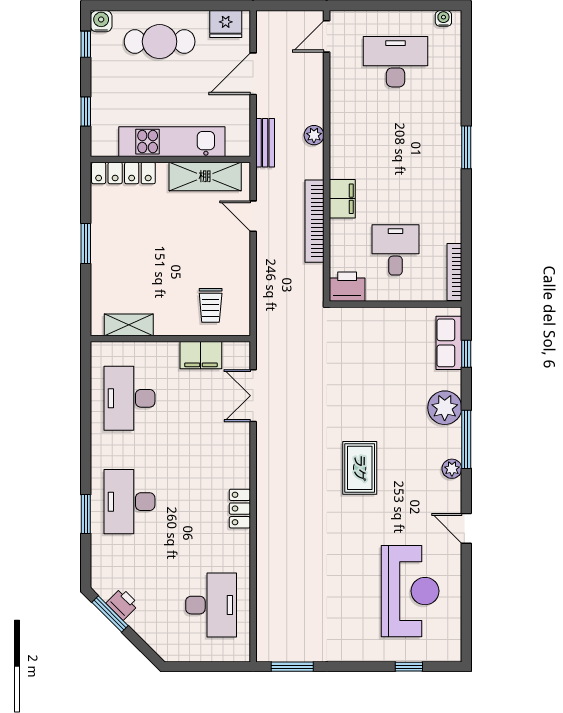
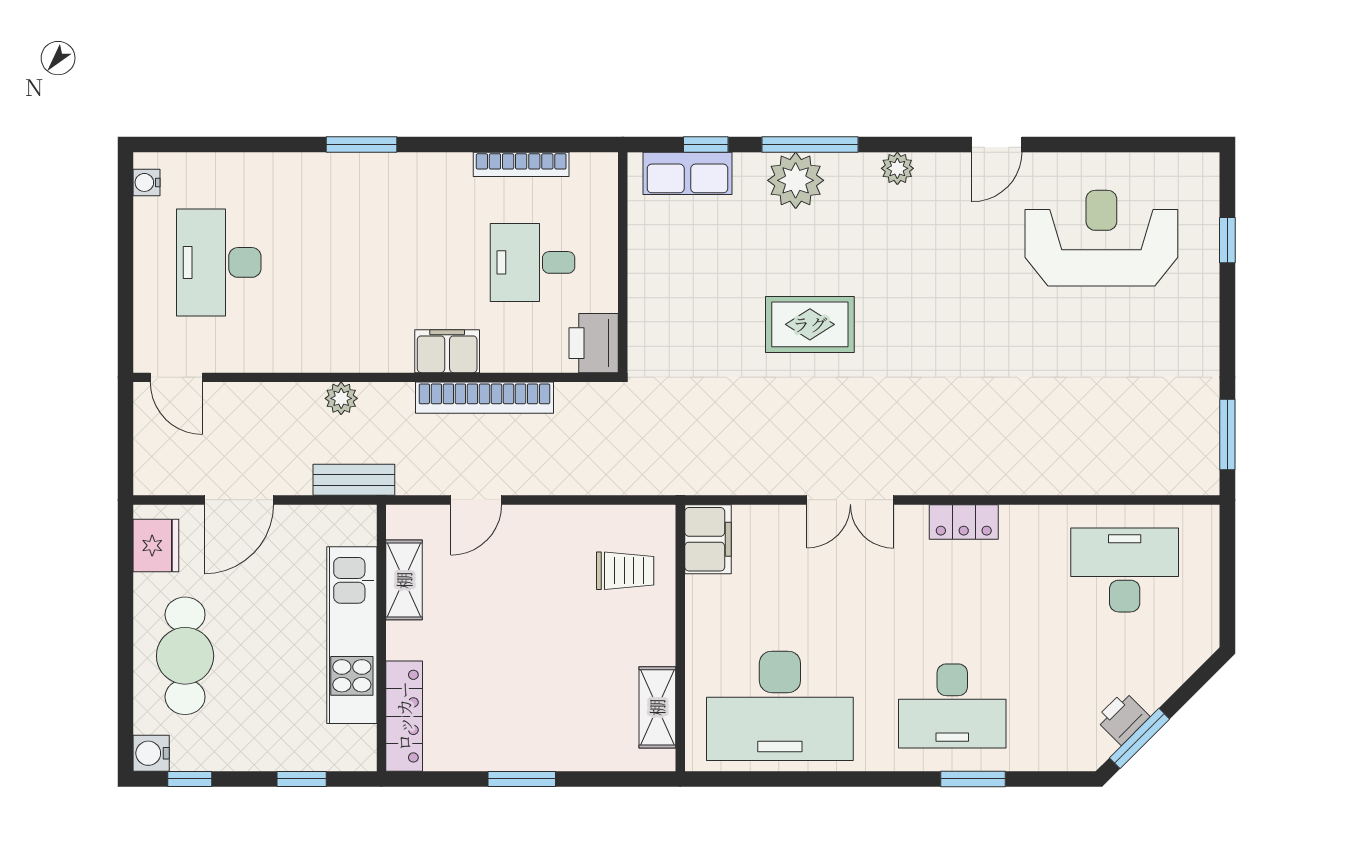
door: (253, 74) -> (239, 500), hinge flipped
shelving: (205, 176) -> (404, 580), width x0.67, depth x0.75
bookcase: (454, 272) -> (521, 164), moved
filing cabinet: (201, 355) -> (708, 539), moved
double door: (253, 396) -> (850, 500), moved
desk: (130, 398) -> (780, 706), width x1.36, depth x1.30
window: (466, 439) -> (810, 144), moved
rug: (360, 468) -> (810, 324), moved

